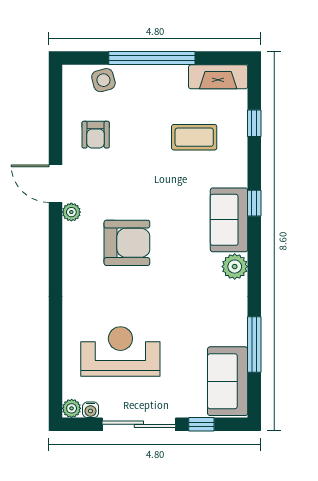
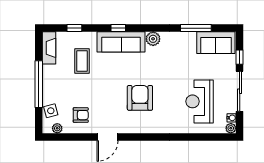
plant: (71, 212) -> (57, 128), moved
sofa: (229, 220) -> (121, 42), width x1.36

